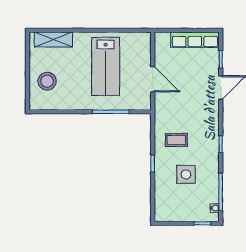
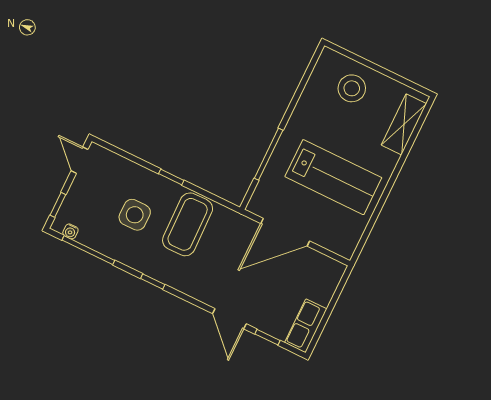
row of seats: (195, 40) -> (306, 326), width x0.68
lab bench: (106, 66) -> (333, 177), turned 180
door: (153, 79) -> (285, 232), width x1.36
coffee table: (176, 140) -> (188, 224), width x1.86, depth x1.72
door: (169, 223) -> (80, 160), added

